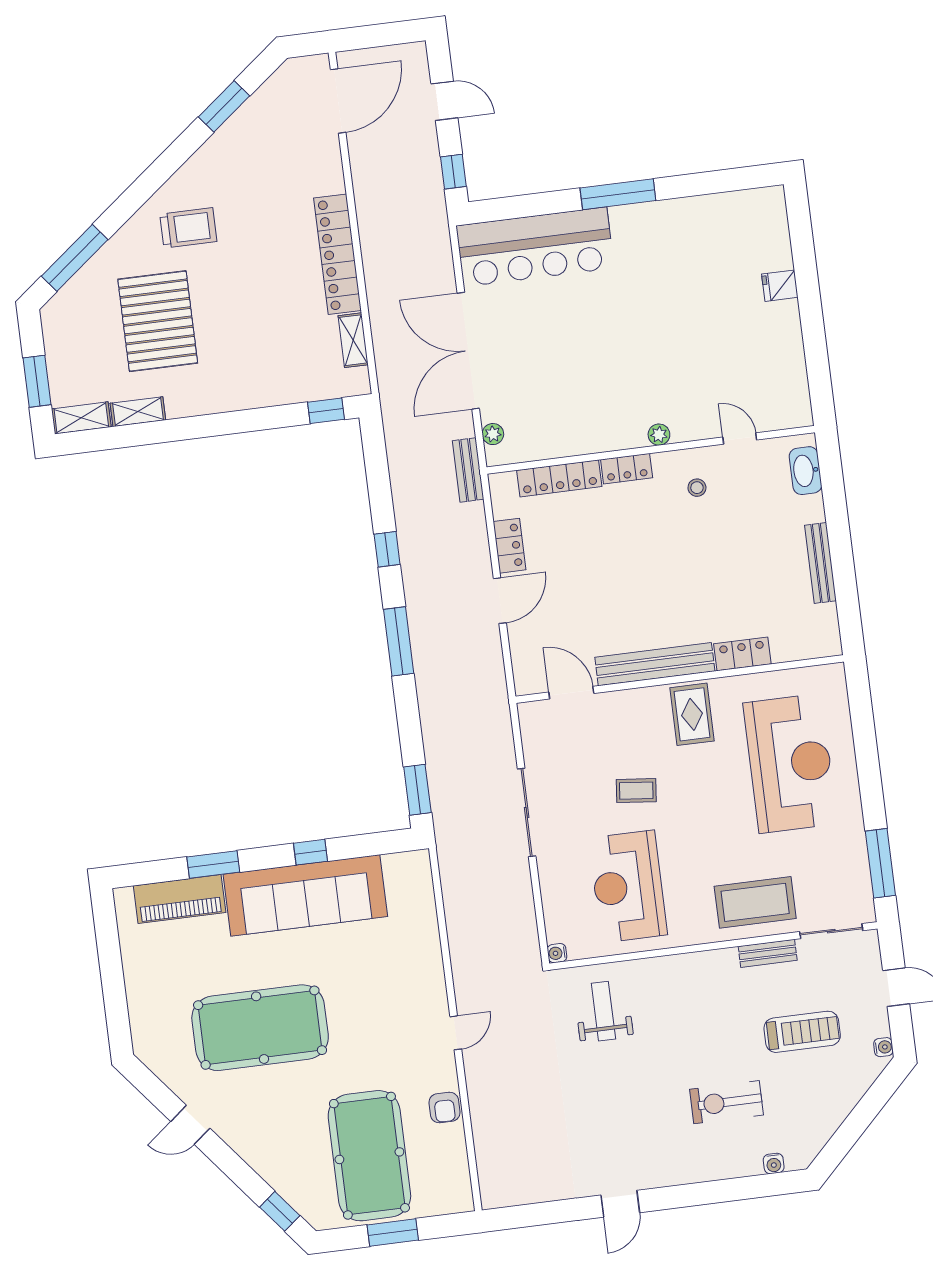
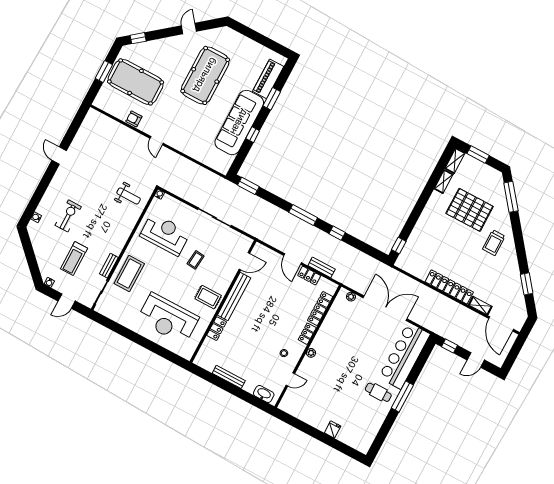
cafe table: (643, 248) -> (378, 392), added
shelving: (353, 340) -> (480, 306), moved
bench: (468, 470) -> (322, 267), moved
window: (880, 863) -> (112, 325), removed

